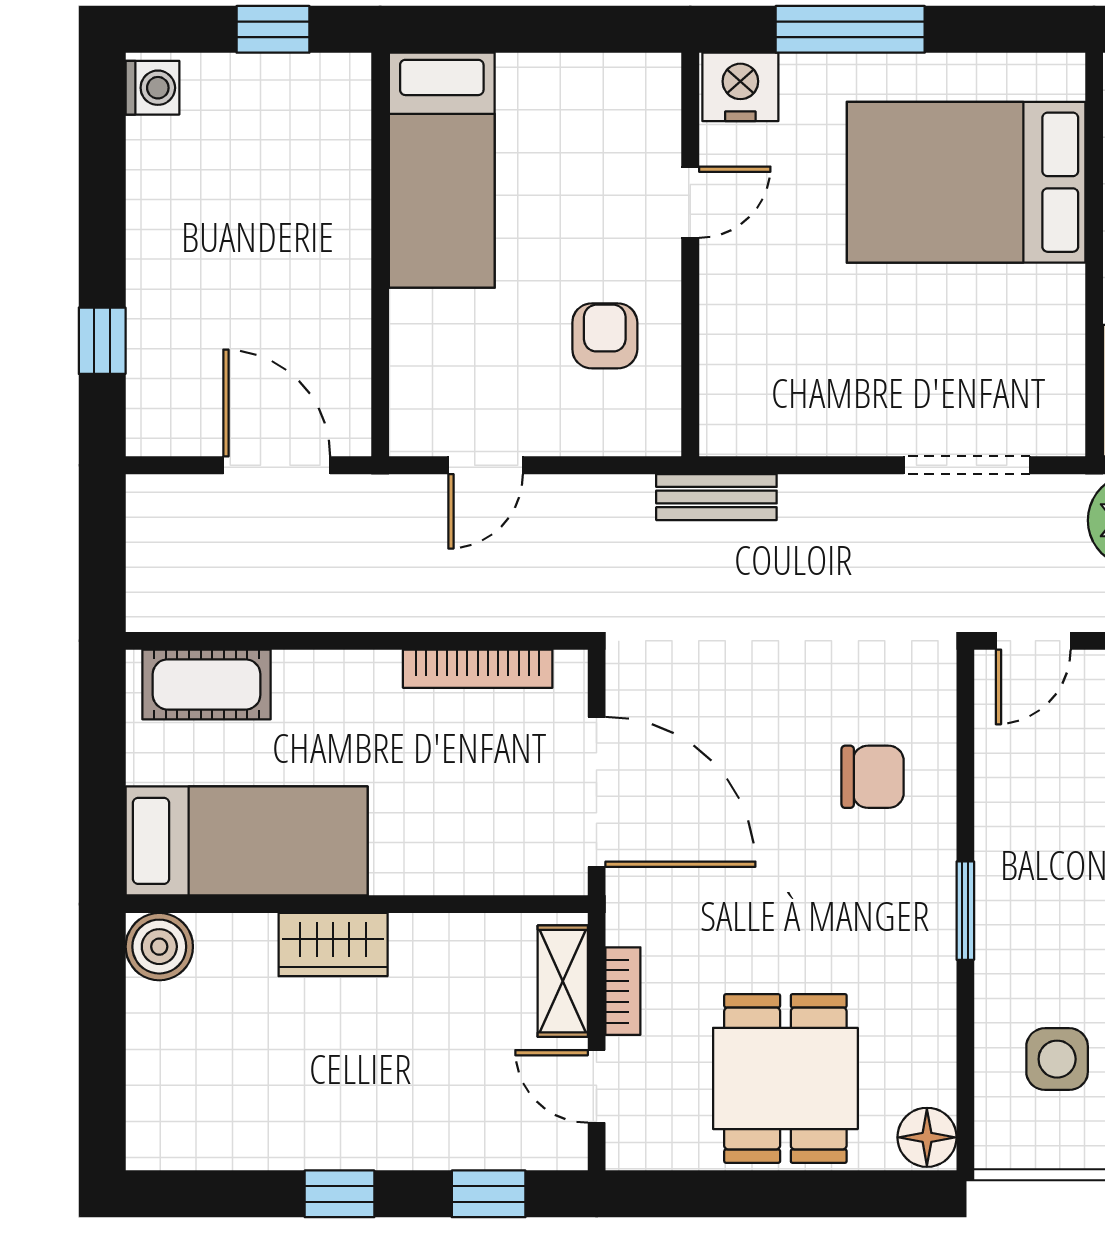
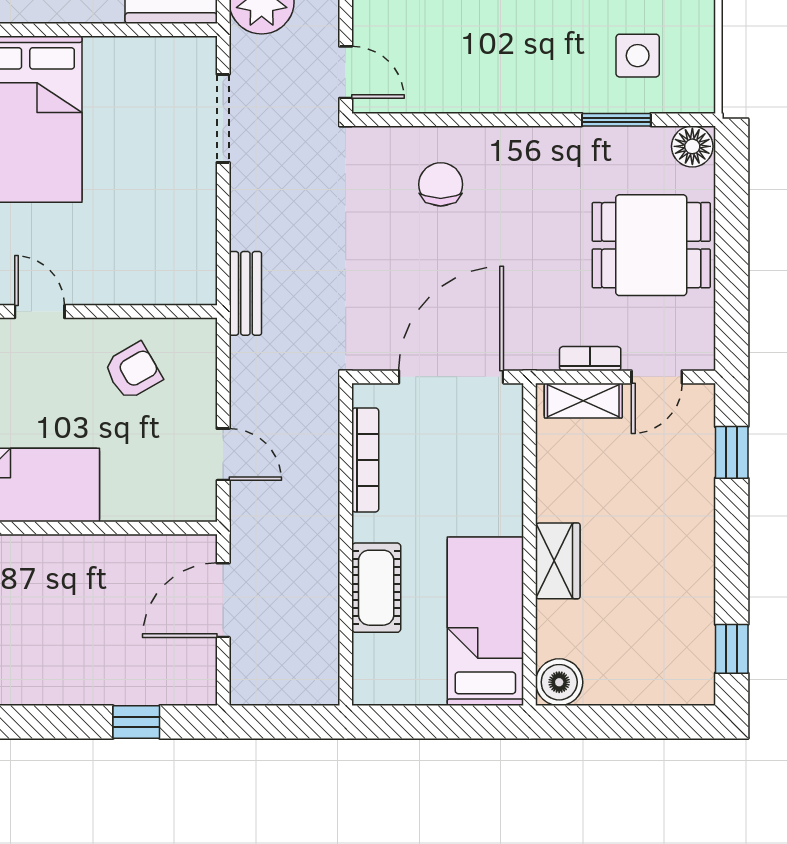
armchair: (605, 336) -> (133, 371), turned 150
cot: (207, 684) -> (376, 588), moved
window: (965, 911) -> (616, 120), moved
window: (339, 1194) -> (732, 649), moved

